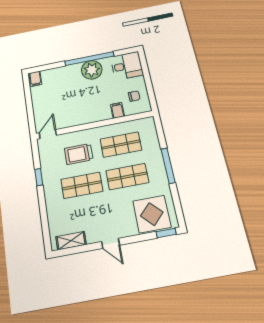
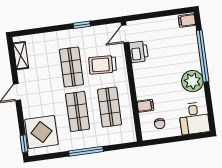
window: (89, 59) -> (203, 56), moved
printer: (65, 120) -> (139, 52), added
door: (48, 134) -> (125, 34), swing flipped
trolley: (79, 154) -> (102, 65), turned -87

